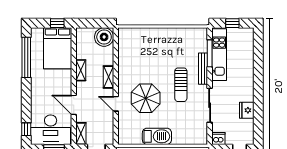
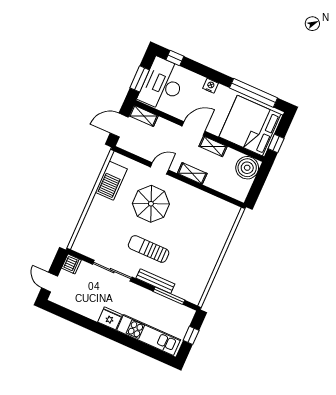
boiler: (104, 37) -> (247, 168), moved
bed: (58, 48) -> (251, 126), width x1.36
kitchen unit: (219, 55) -> (149, 335), moved, turned 180
nightstand: (35, 93) -> (210, 86), added
door: (74, 105) -> (194, 129), moved
fridge: (247, 110) -> (110, 318), moved
barbecue: (157, 136) -> (111, 181), moved

